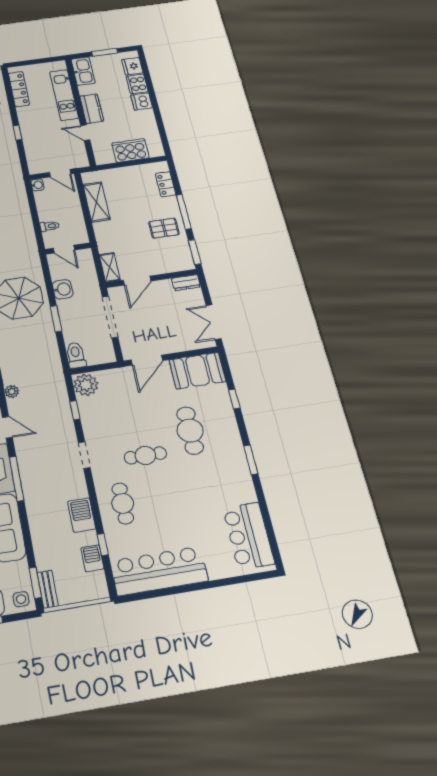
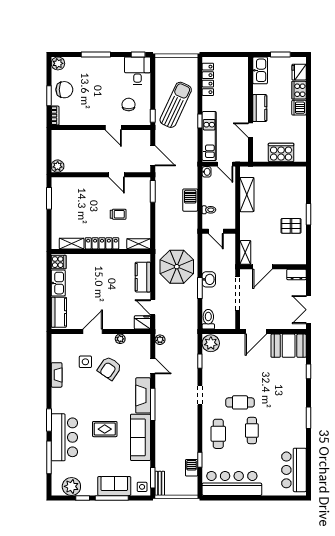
kitchen unit: (64, 95) -> (209, 136), moved, turned 180
locker: (166, 184) -> (300, 188), removed
window: (184, 212) -> (308, 214), width x0.69
window: (195, 252) -> (308, 250), removed
washbasin: (63, 289) -> (209, 279), moved
cafe table: (190, 431) -> (252, 430), moved, width x0.73, depth x0.74
barbecue: (82, 515) -> (190, 200), moved

